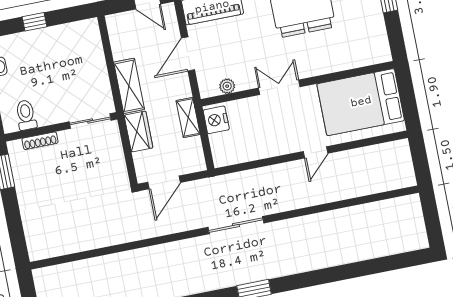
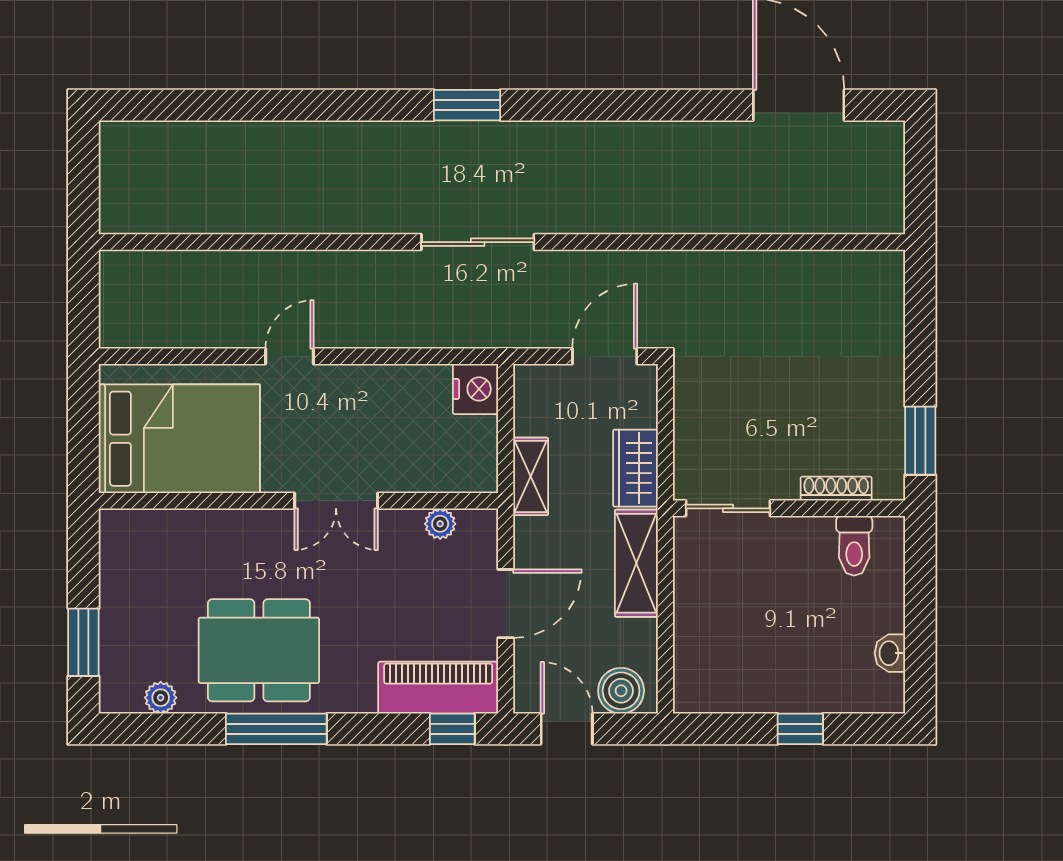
boiler: (124, 23) -> (621, 691), added
nightstand: (216, 120) -> (475, 389), moved

